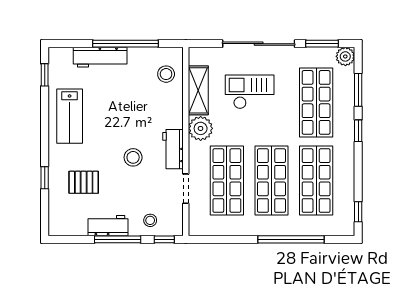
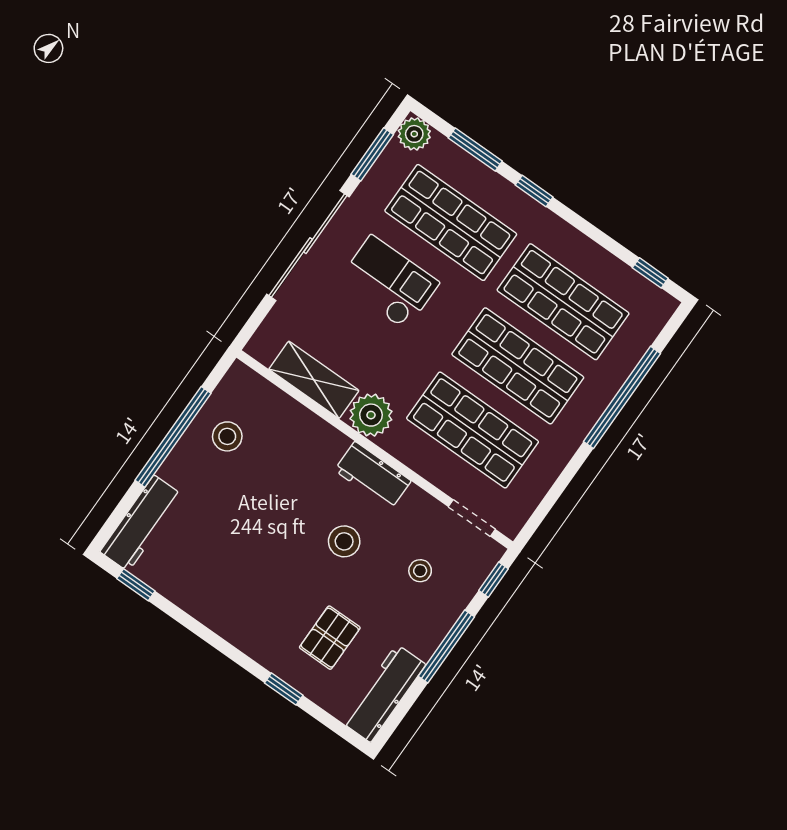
workbench: (100, 57) -> (141, 523), moved
stool: (166, 74) -> (227, 436), moved
checkout: (250, 92) -> (388, 282), moved, turned 90
lab bench: (70, 116) -> (220, 591), removed
doorway: (186, 189) -> (472, 518), moved
stool: (150, 220) -> (420, 571), moved
workbench: (108, 226) -> (384, 693), moved, width x1.38

